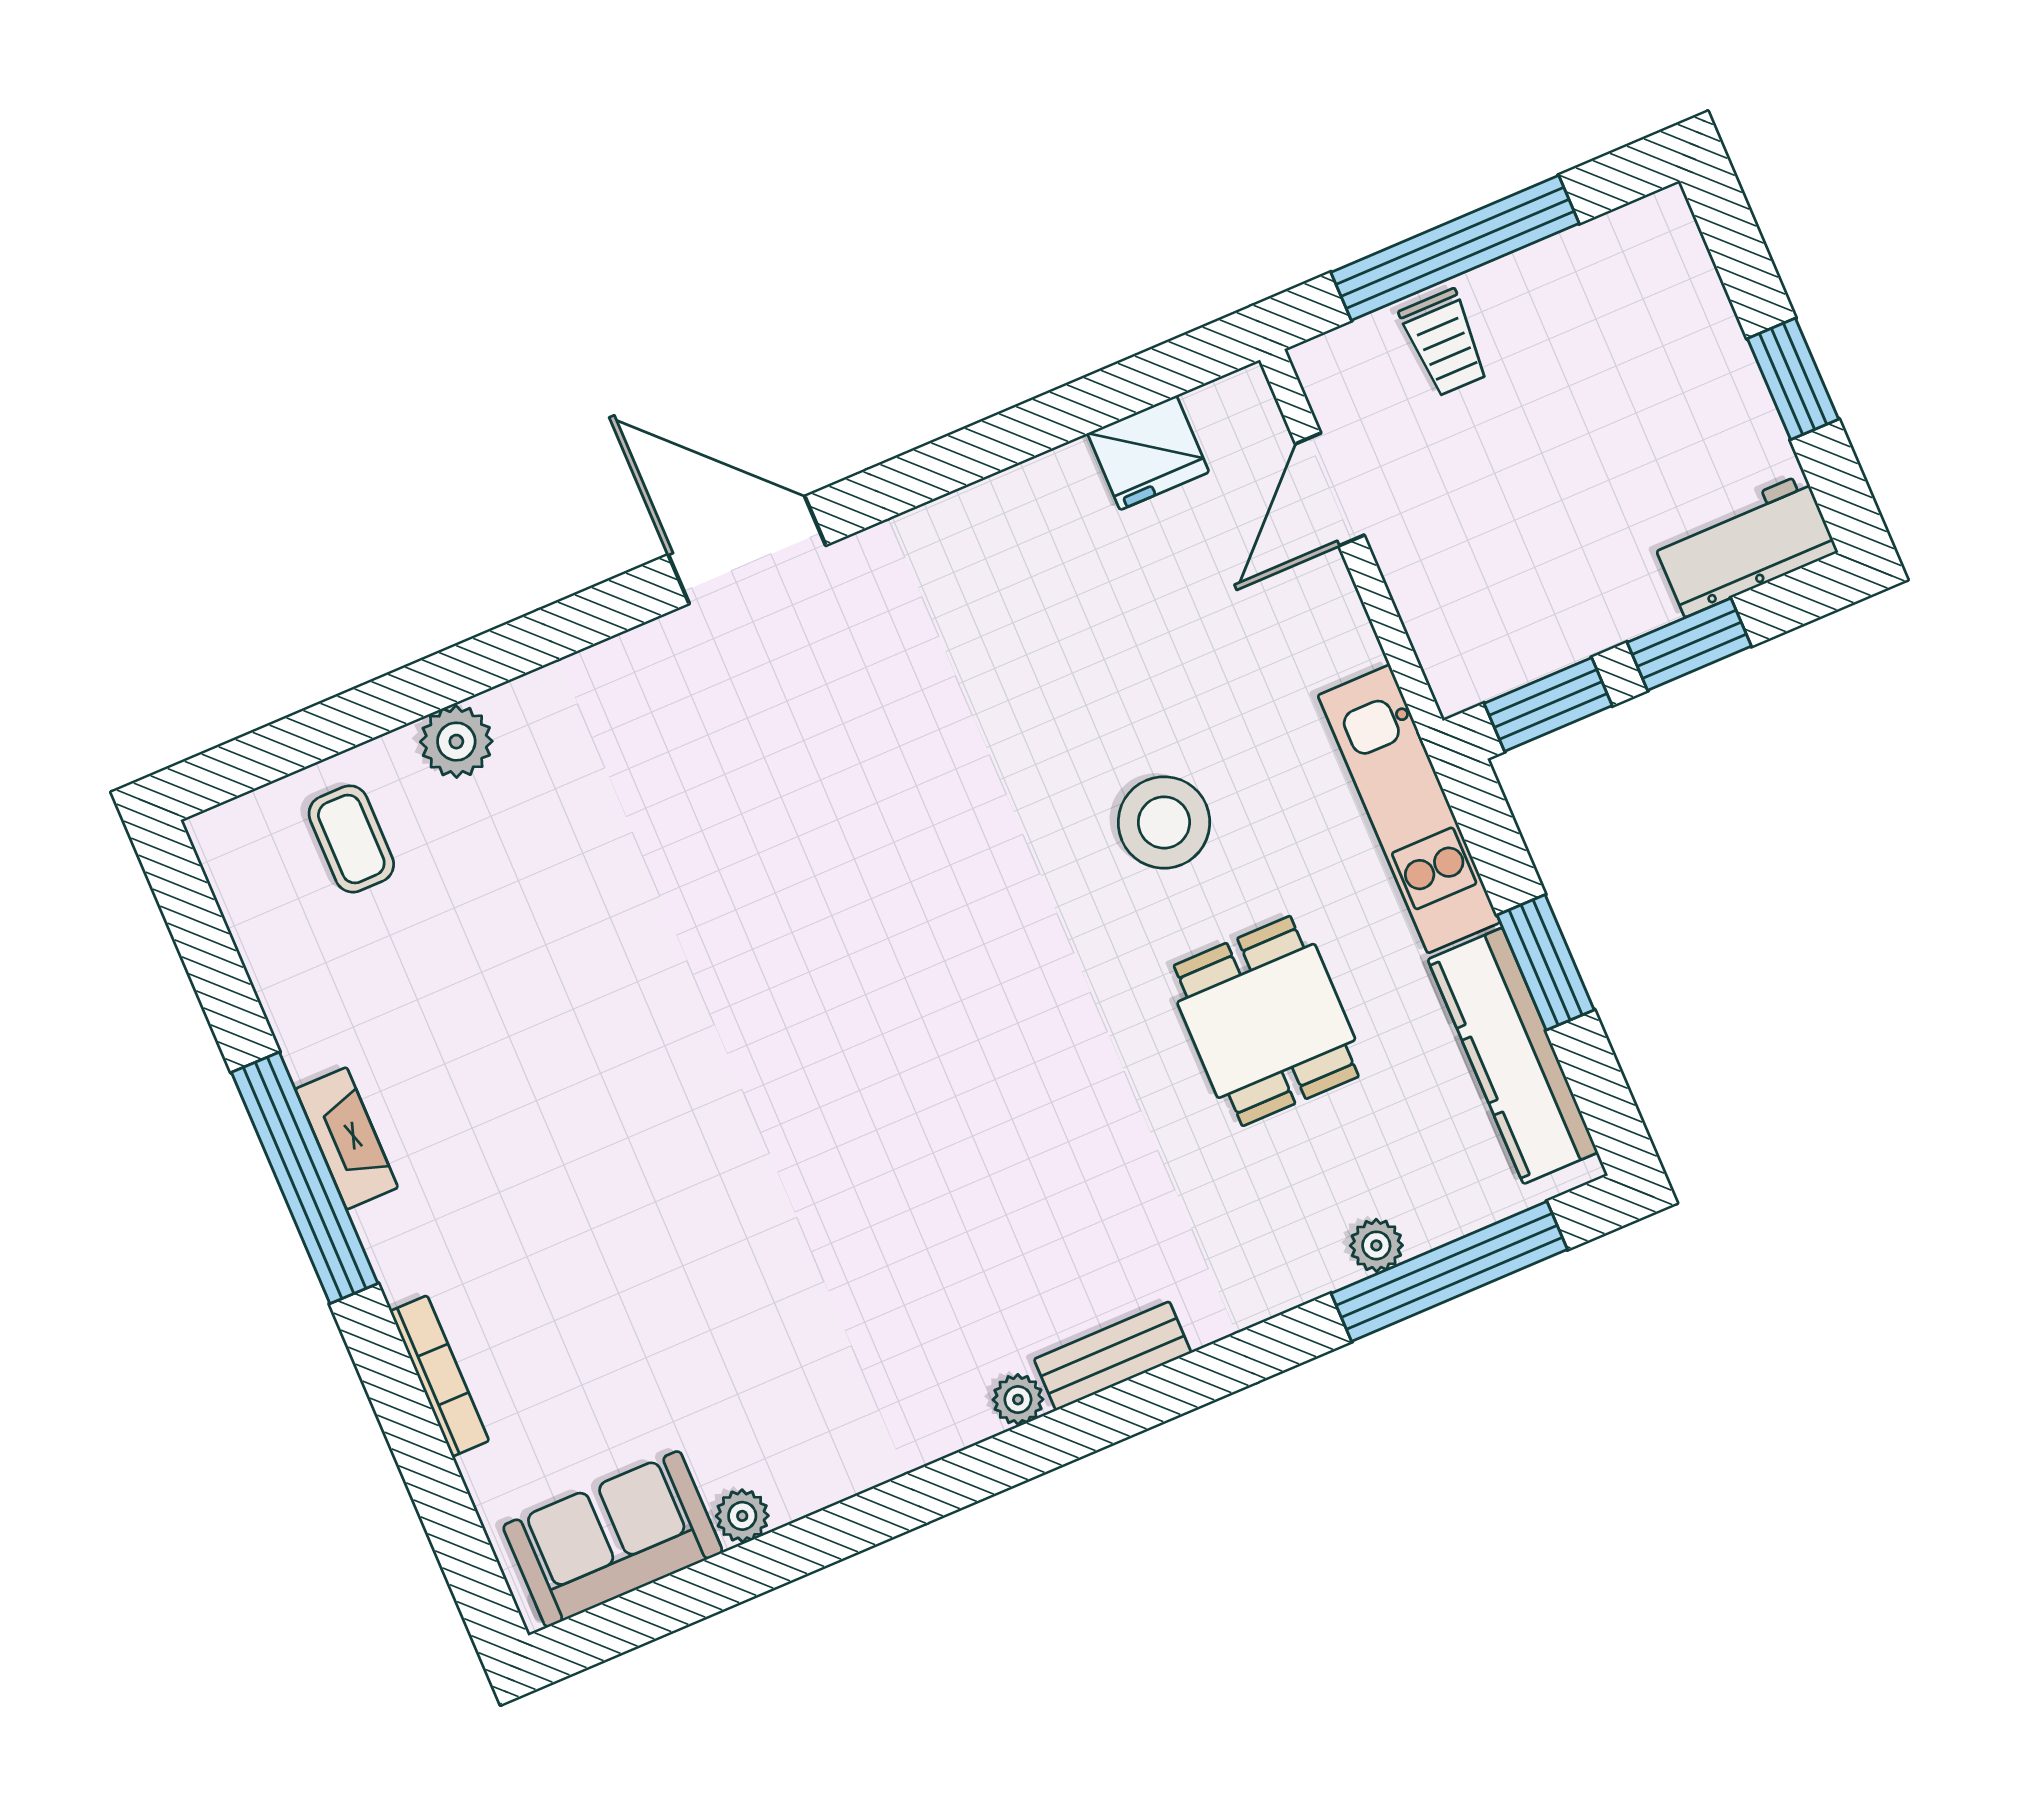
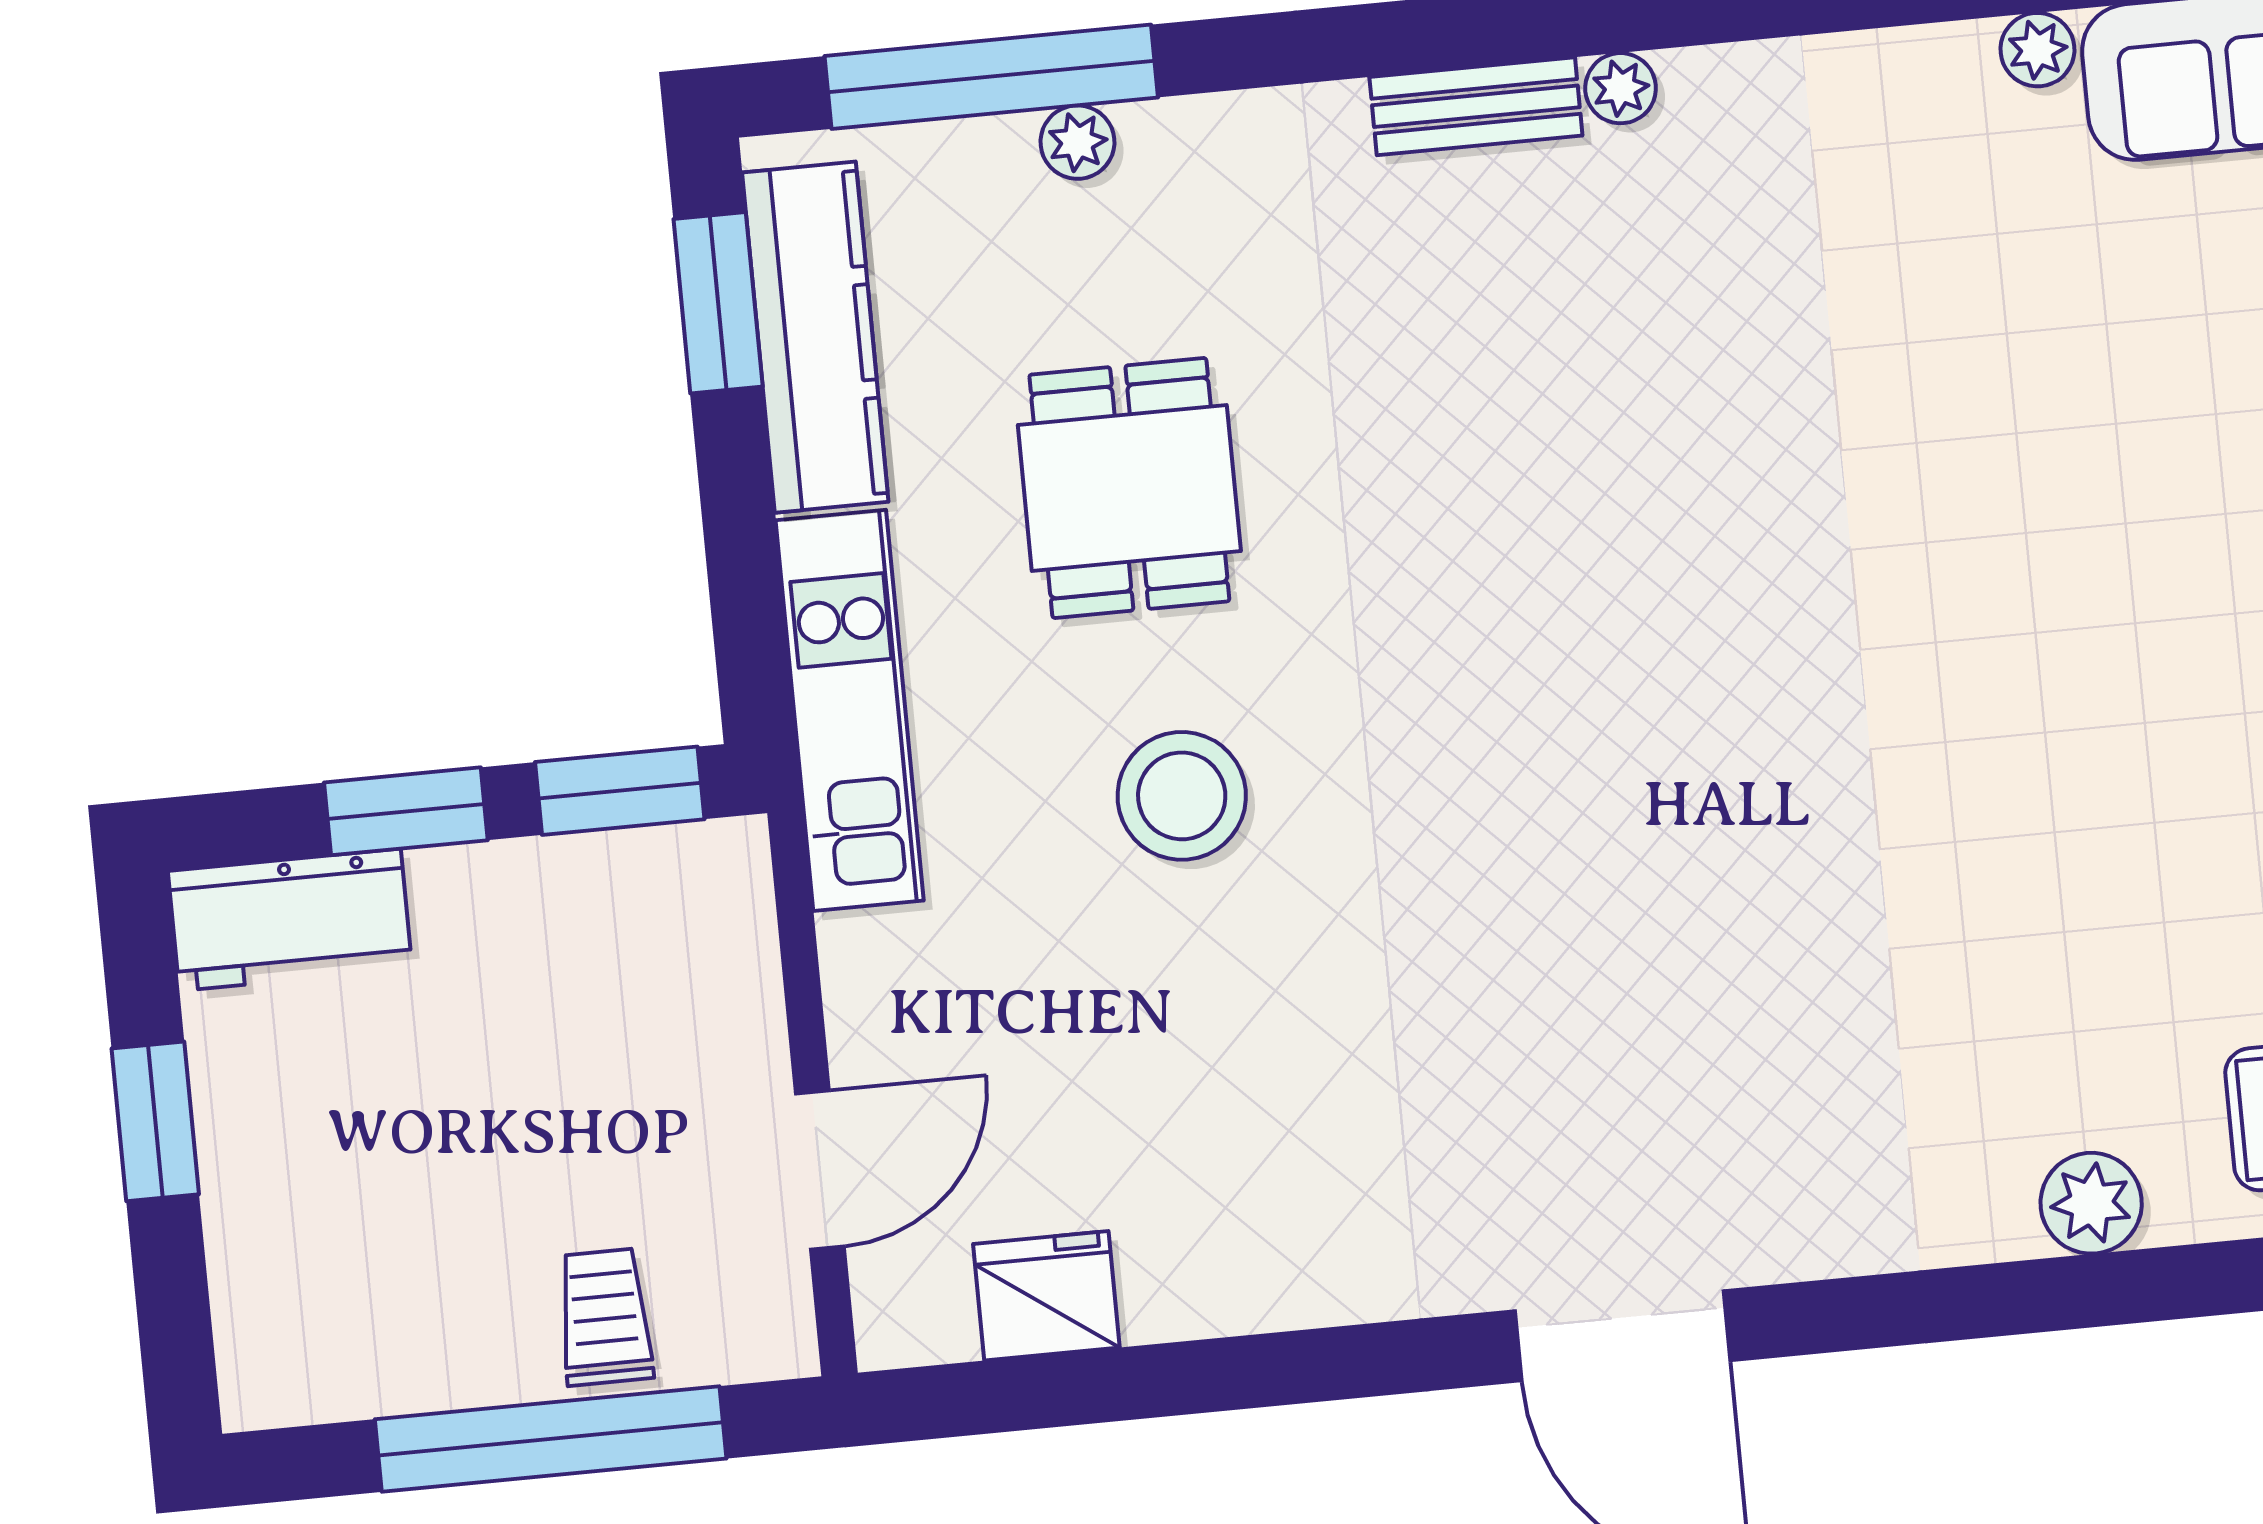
window: (1546, 962) -> (718, 303), moved

